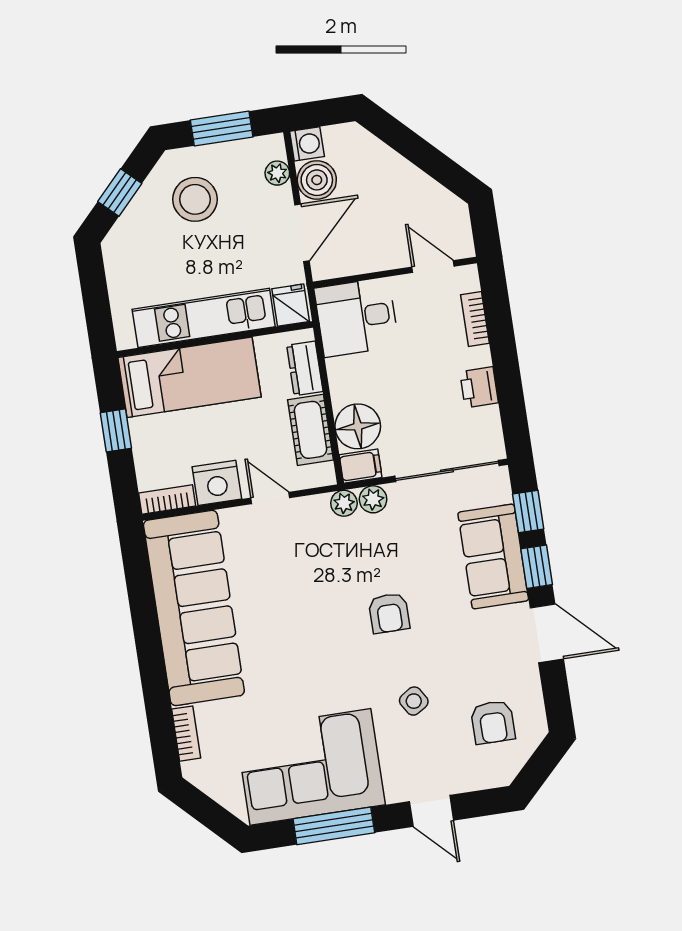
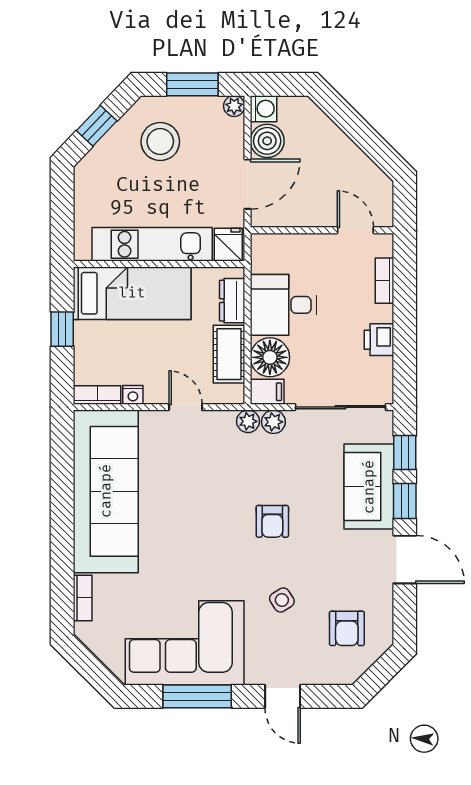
plant: (277, 173) -> (234, 106), moved
desk: (357, 317) -> (283, 305), moved
nightstand: (217, 483) -> (133, 395), width x0.53, depth x0.56

